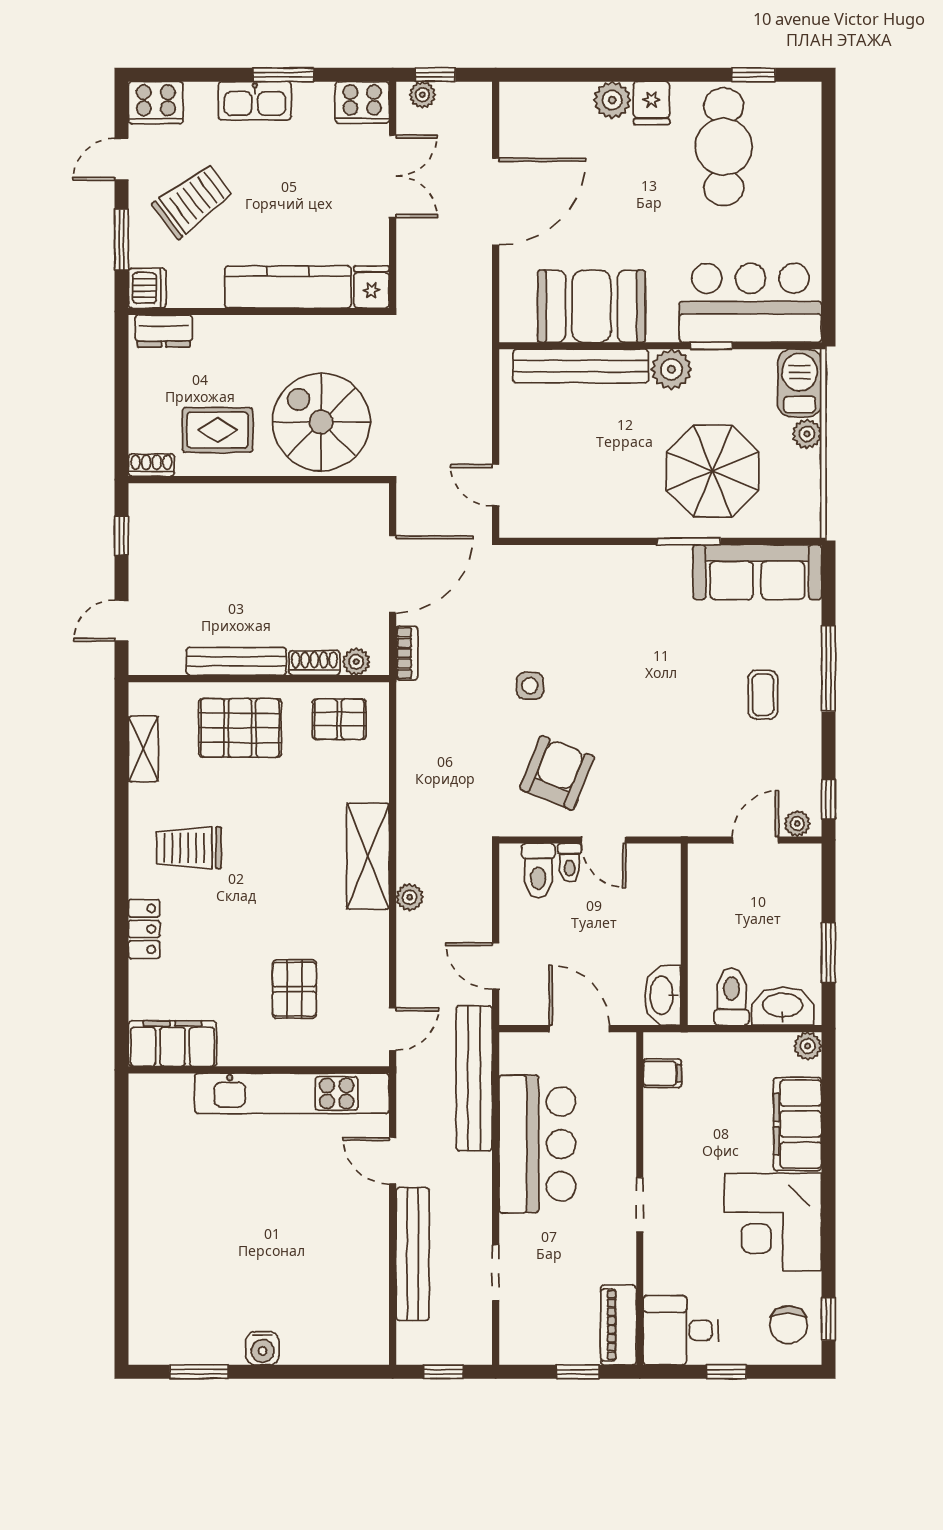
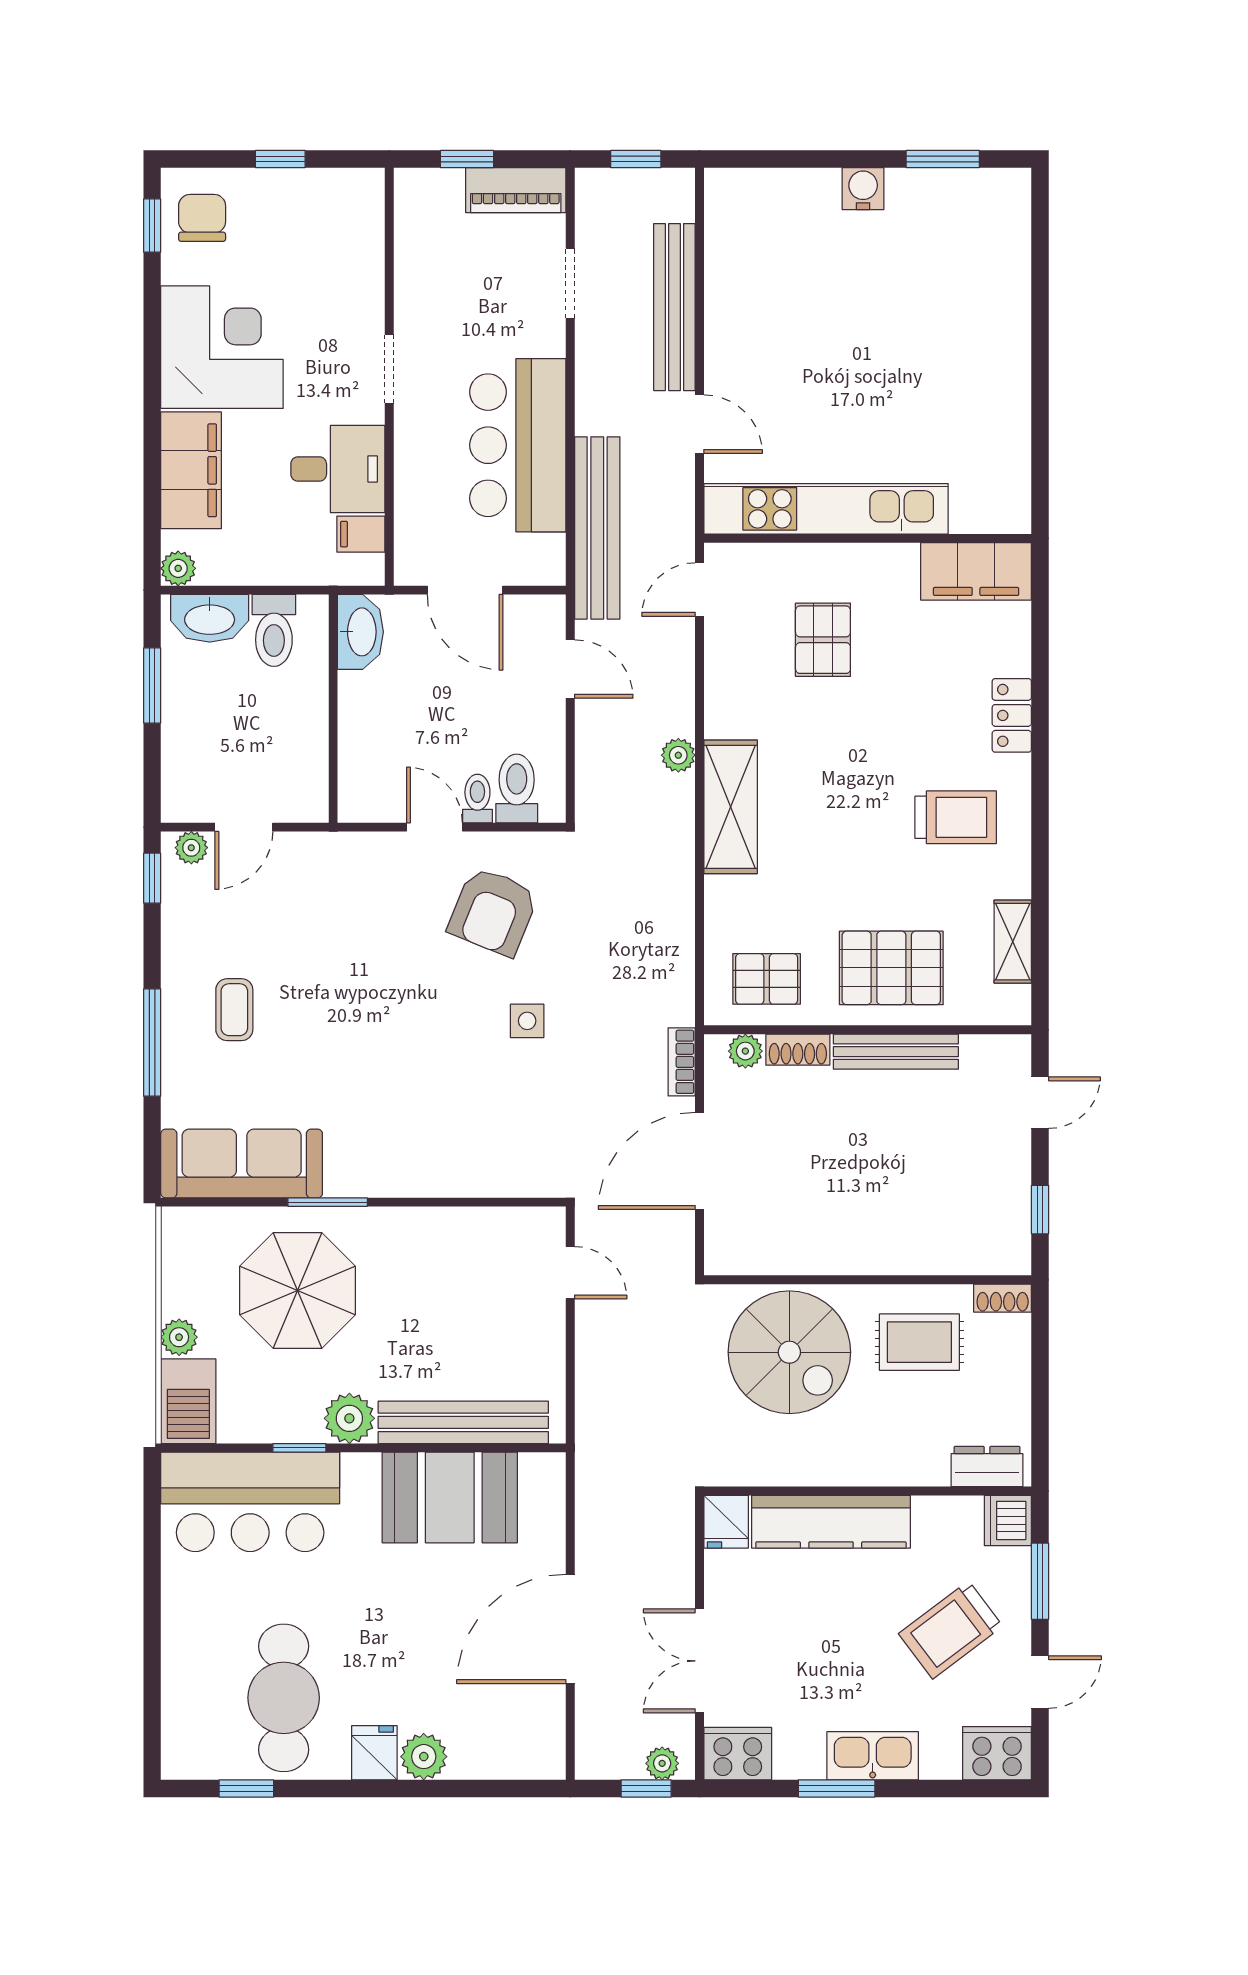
piano: (618, 1325) -> (516, 190), moved, turned 90
desk: (681, 1330) -> (338, 469), moved

